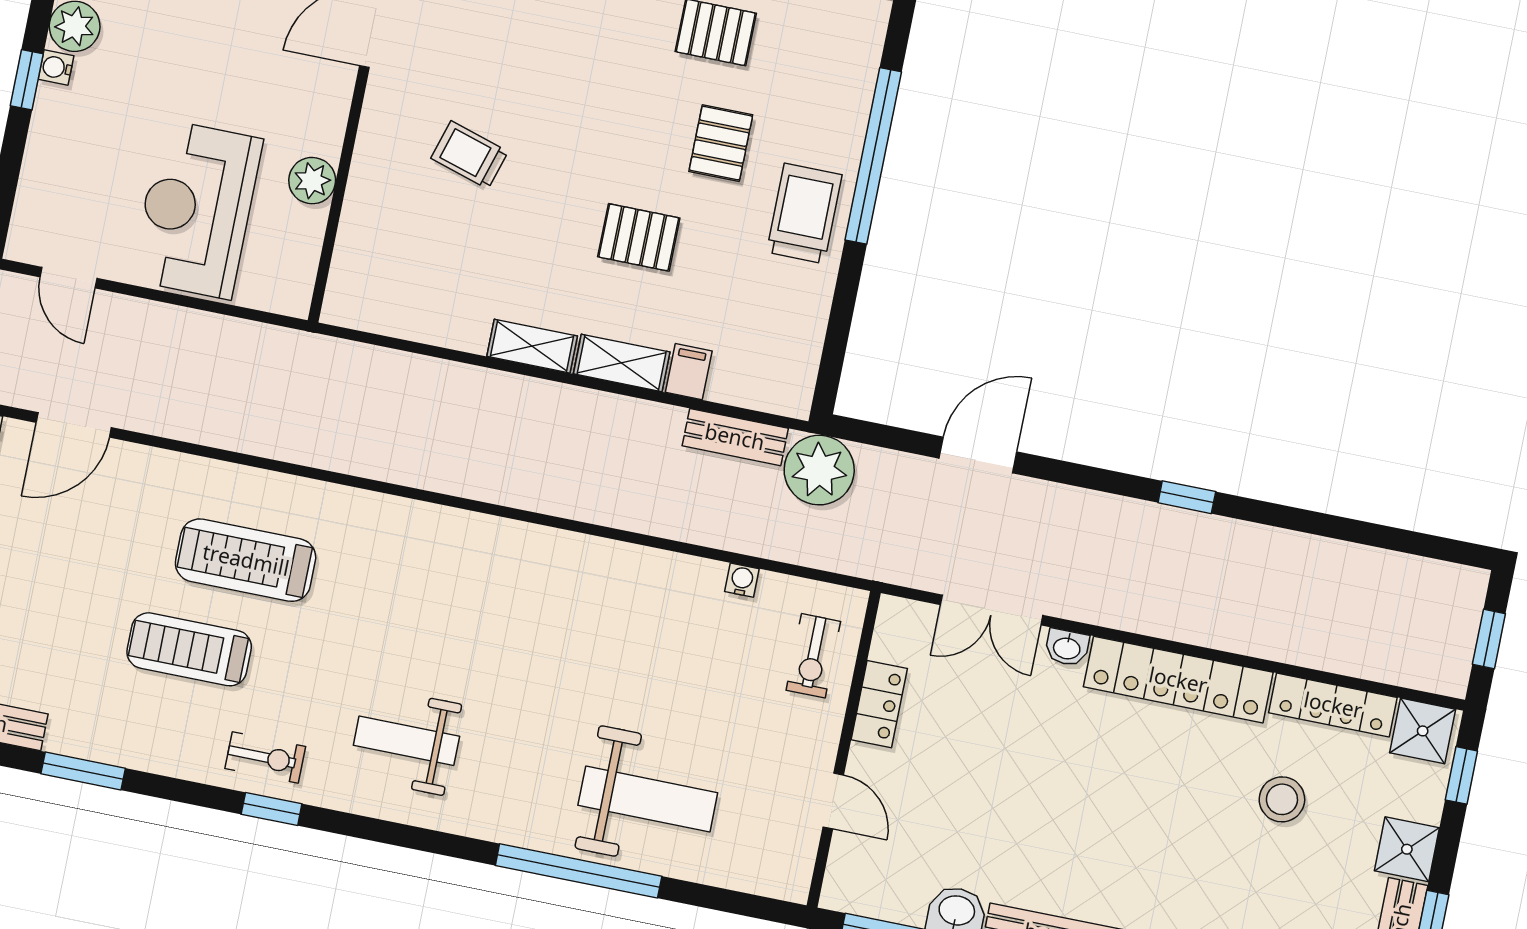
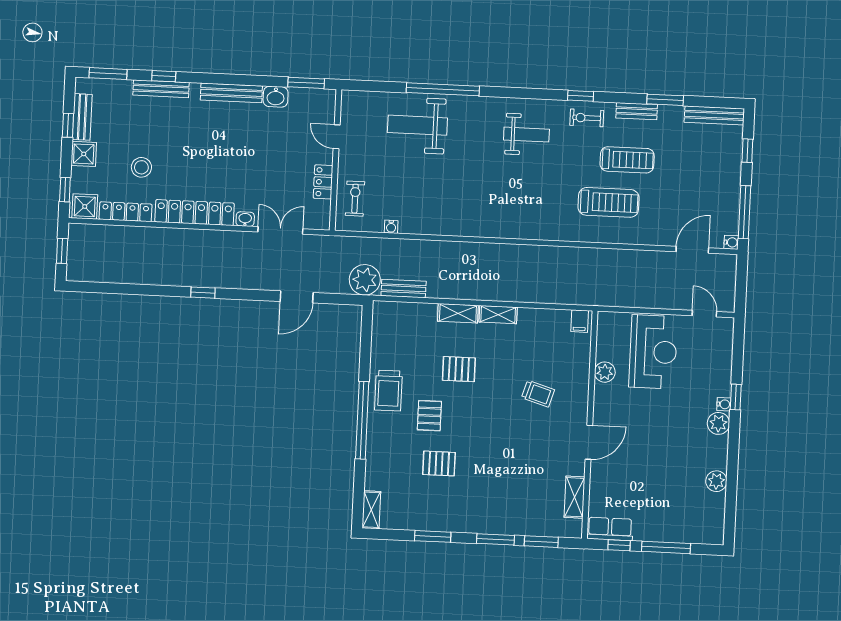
filing cabinet: (689, 372) -> (580, 321), moved
bench: (151, 755) -> (637, 111), added

